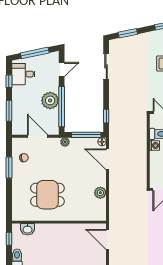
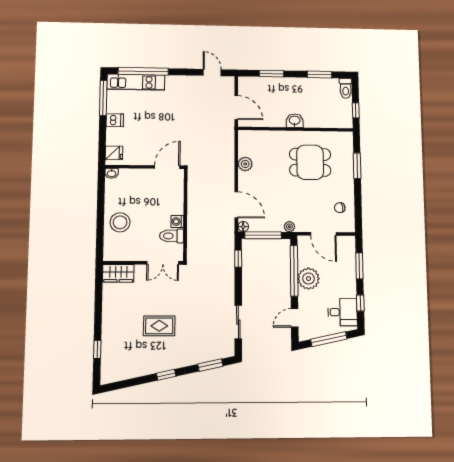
window: (9, 168) -> (357, 166), moved
washbasin: (28, 229) -> (295, 121), moved

